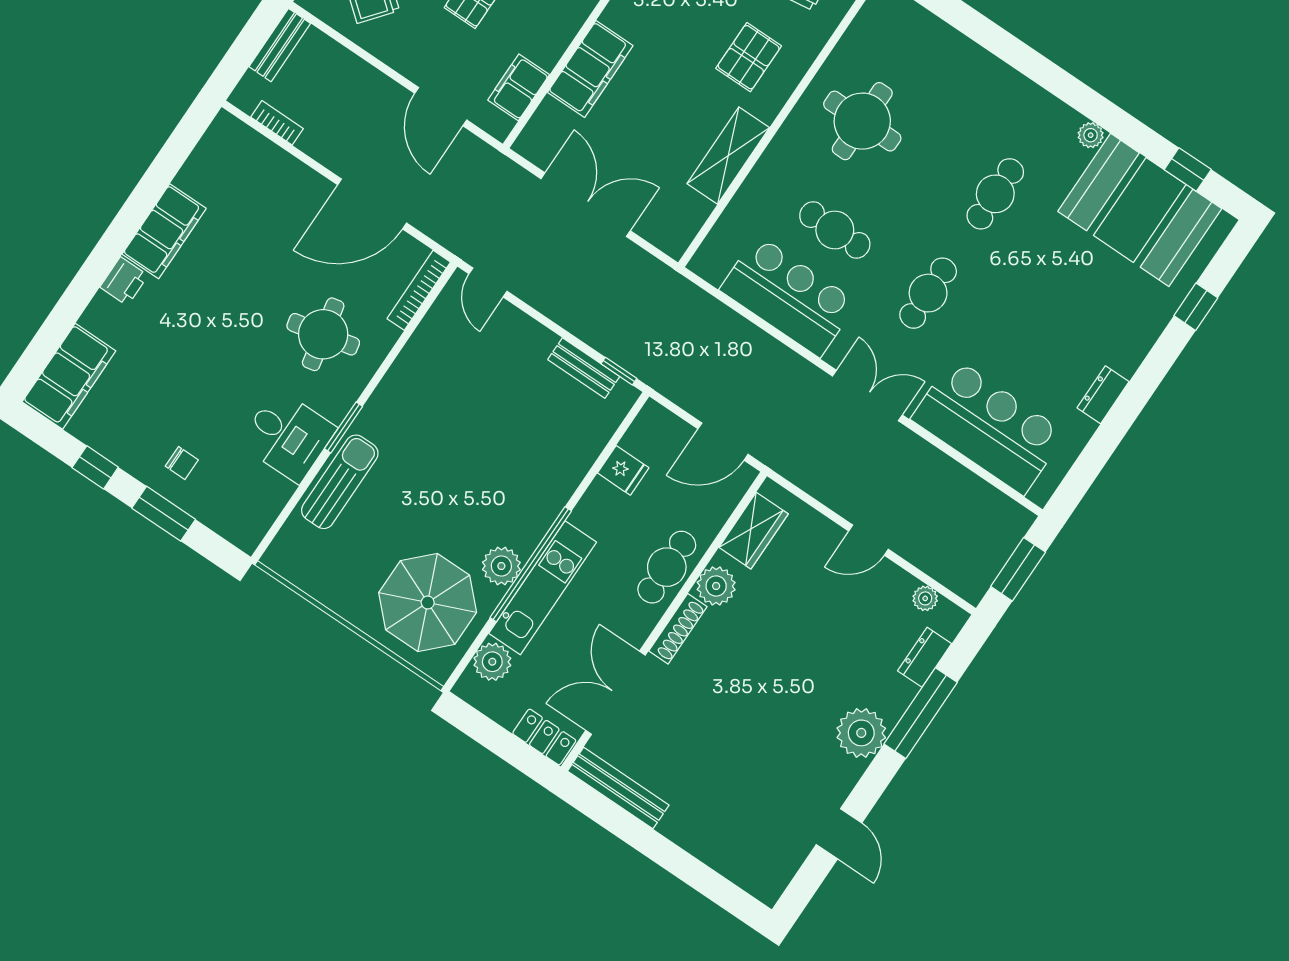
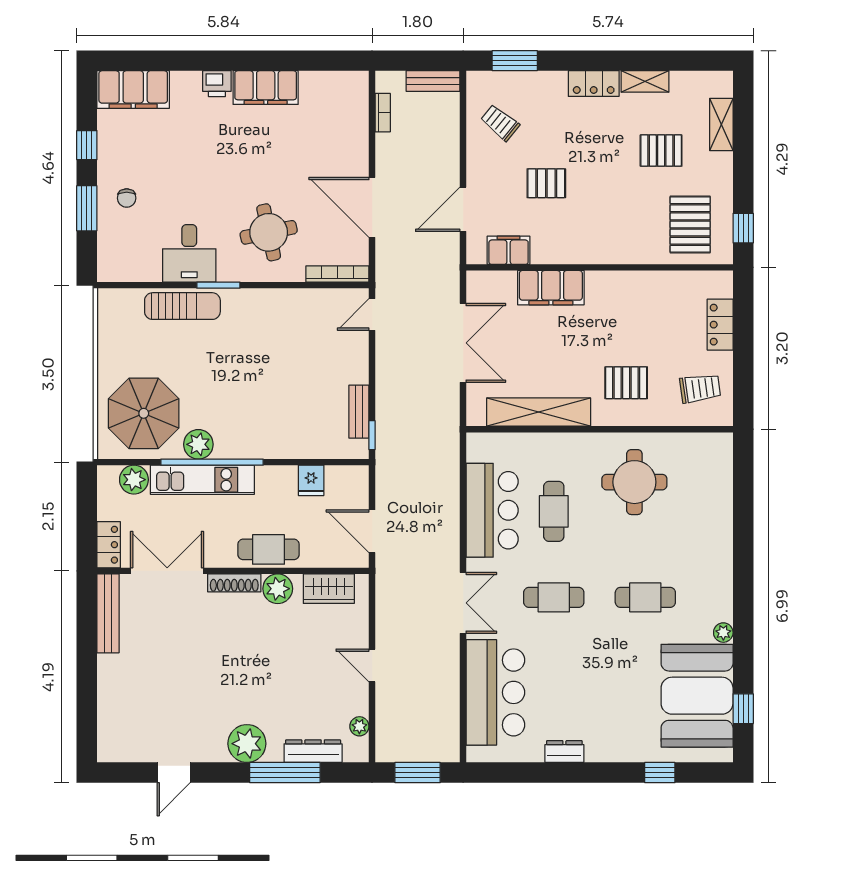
shelving: (728, 156) -> (539, 412), width x1.47
dresser: (925, 657) -> (313, 751), width x1.44

